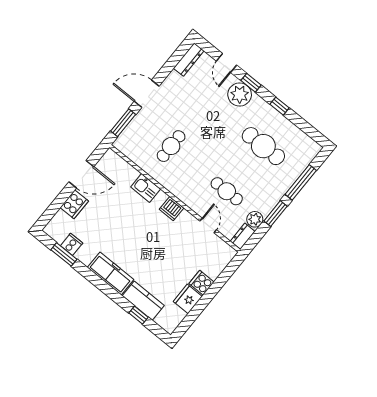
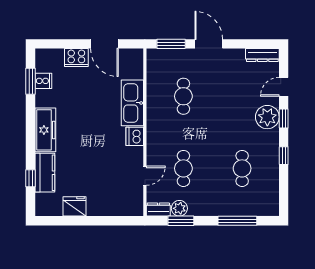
cafe table: (171, 146) -> (183, 96), turned 90
cafe table: (263, 146) -> (242, 168), width x0.73, depth x0.74
kitchen sink: (146, 188) -> (132, 103), width x1.88, depth x1.24
window: (275, 214) -> (181, 221), moved
cooker: (202, 283) -> (96, 207), removed

